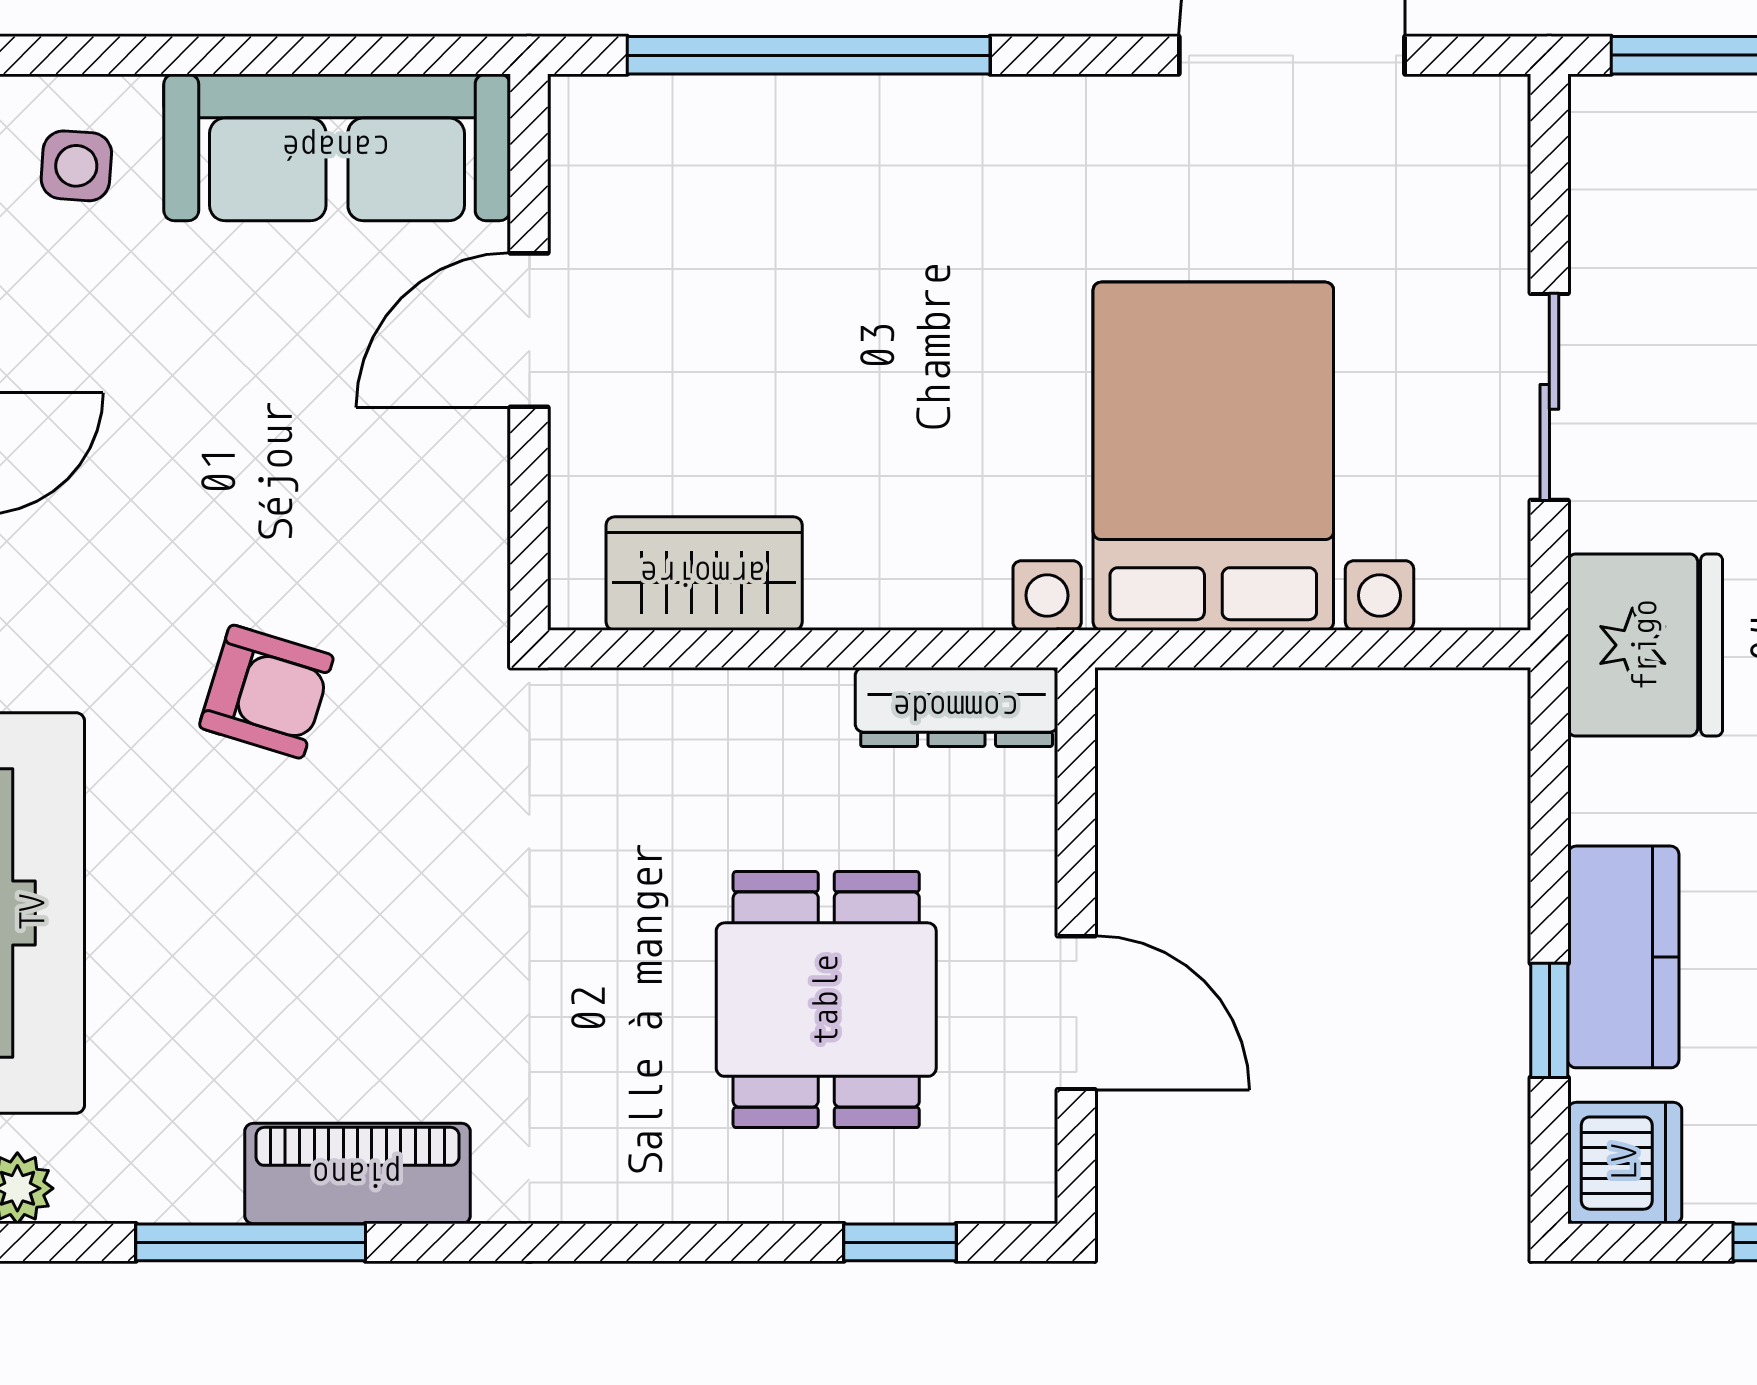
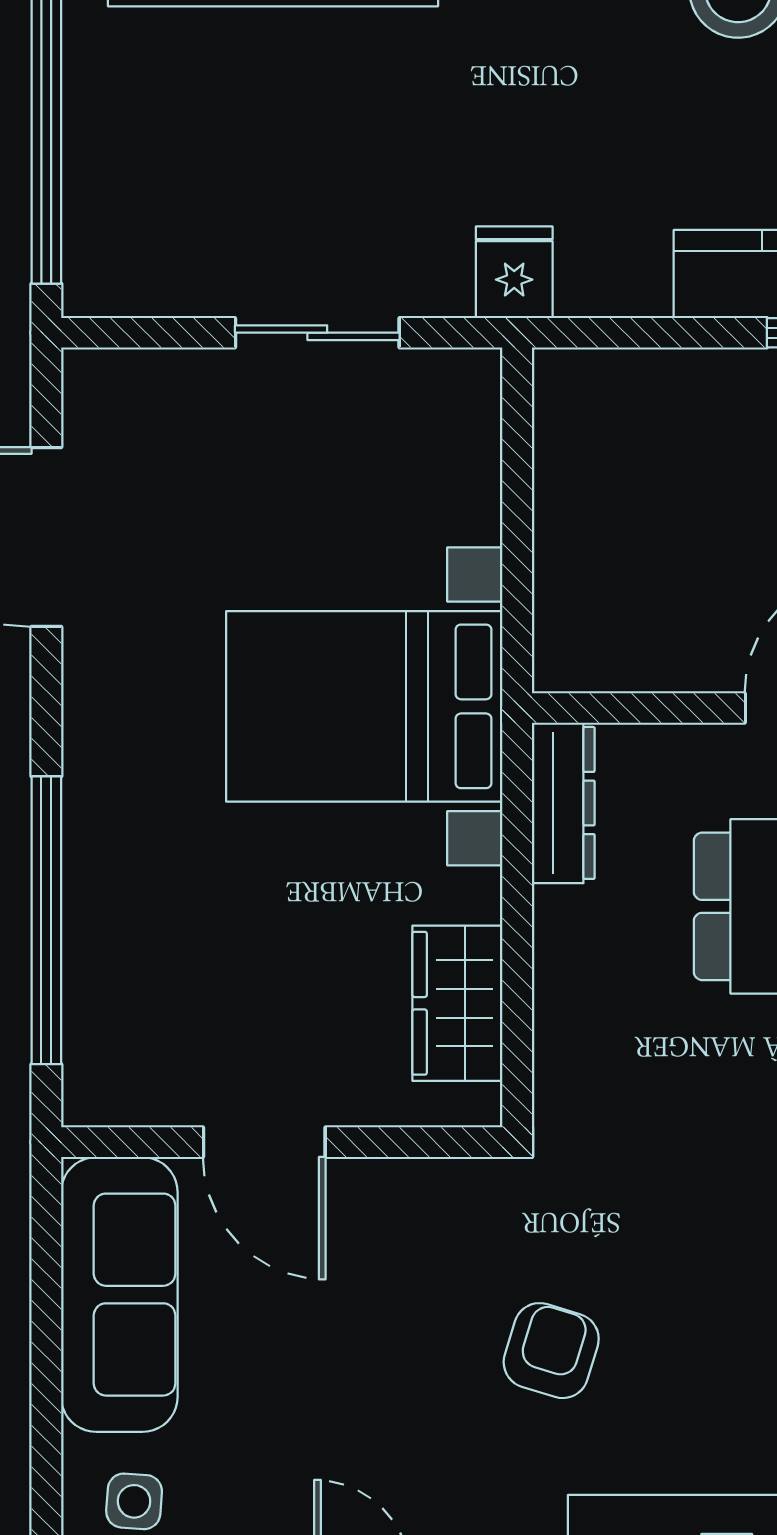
bed with nightstands: (1213, 456) -> (364, 706), moved
fridge: (1645, 645) -> (514, 272), width x0.53, depth x0.75

